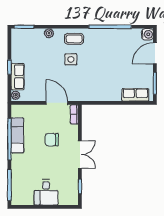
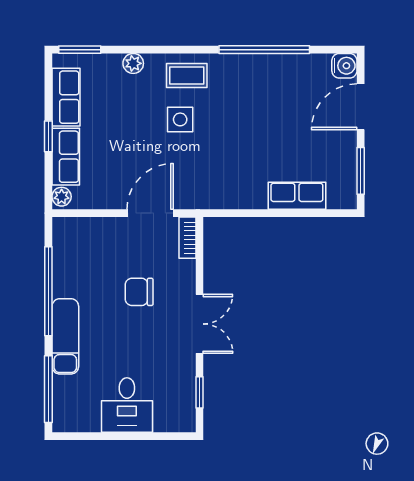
row of seats: (18, 49) -> (66, 97), added
row of seats: (135, 95) -> (297, 196), moved
door: (57, 103) -> (150, 213), hinge flipped
exam couch: (17, 135) -> (65, 336), moved

